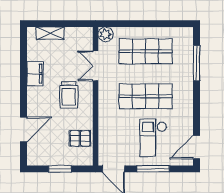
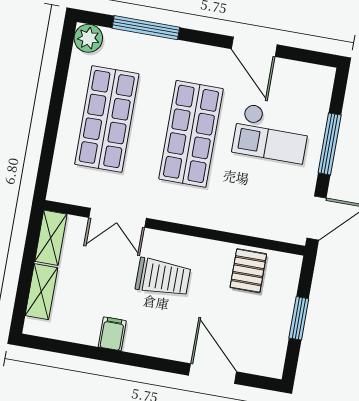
shelving: (79, 33) -> (51, 238), added
plant: (106, 34) -> (88, 38), moved
filing cabinet: (35, 74) -> (112, 334), width x0.50
door: (197, 147) -> (254, 47), moved

